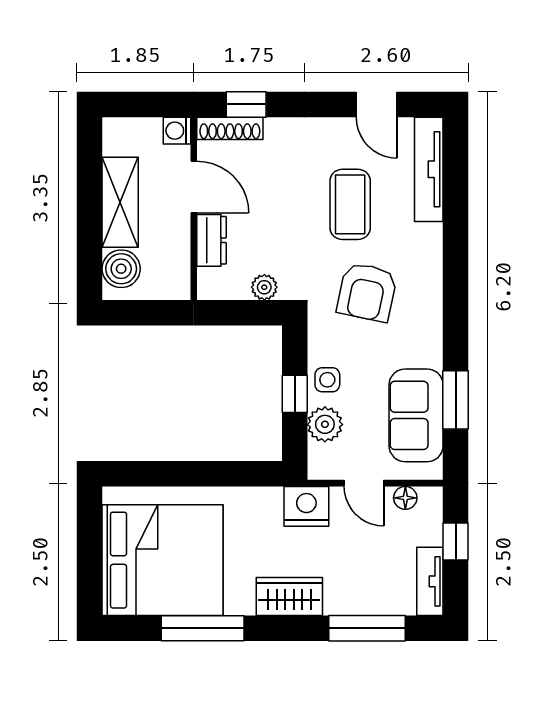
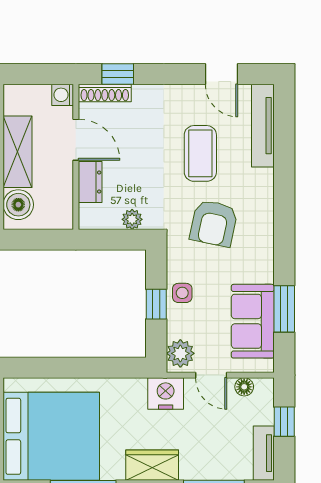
plant: (325, 424) -> (180, 353), moved

